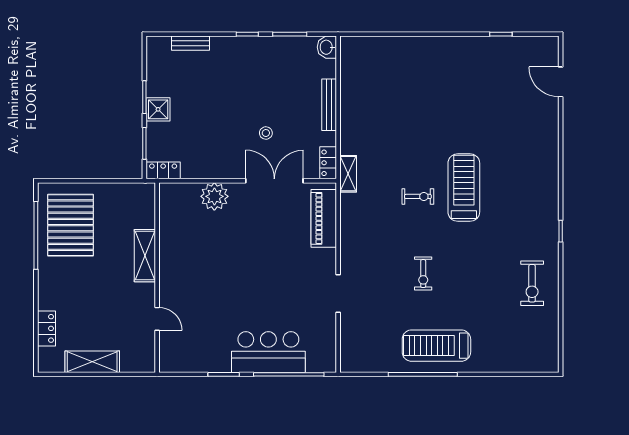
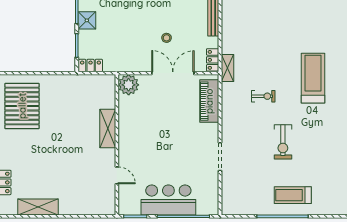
exercise bike: (418, 196) -> (263, 96), moved
shelving: (145, 256) -> (108, 129), moved
exercise bike: (423, 274) -> (283, 142), width x1.38, depth x1.39
wall: (157, 278) -> (117, 145), moved
door: (157, 319) -> (117, 175), moved
treadmill: (436, 346) -> (293, 195), width x0.73, depth x0.73

